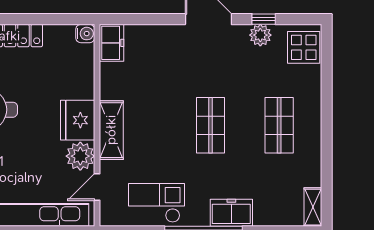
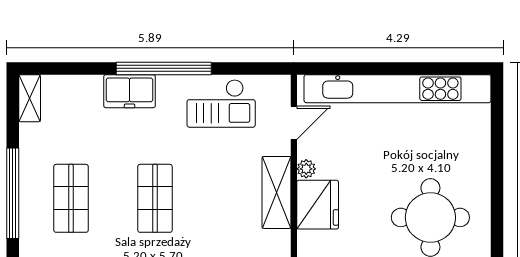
window: (327, 130) -> (13, 193), added
plant: (80, 156) -> (306, 169), width x0.53, depth x0.53

